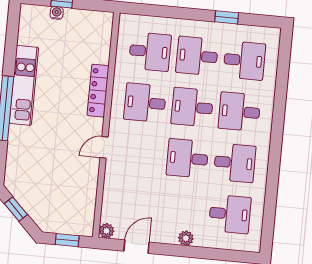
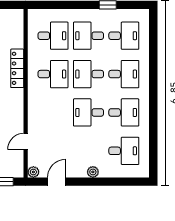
desk: (145, 103) -> (53, 74), turned 180
desk: (239, 112) -> (124, 74), turned 180
door: (104, 147) -> (26, 141), moved

